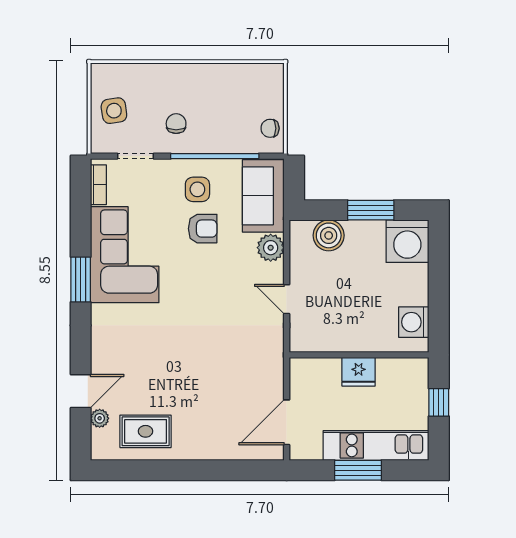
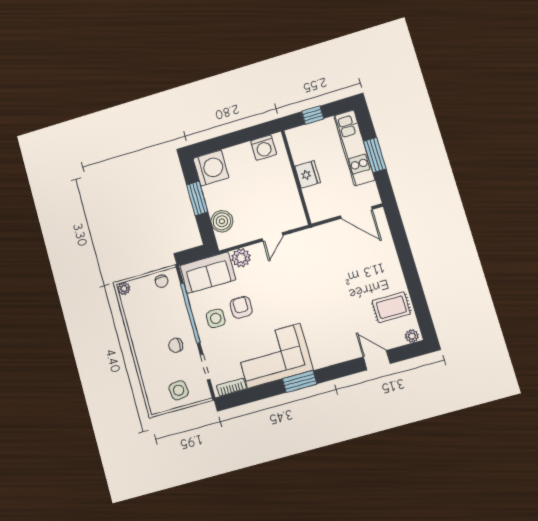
plant: (275, 72) -> (124, 288), added
plant: (100, 418) -> (412, 336), moved
rug: (146, 431) -> (391, 307), turned 90

